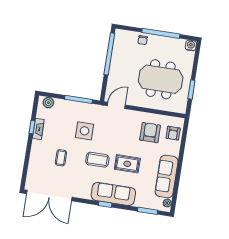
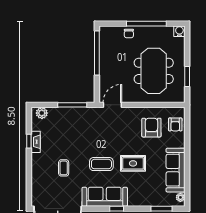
meeting table: (161, 79) -> (154, 71), turned 90
side table: (85, 131) -> (84, 136), removed
sofa: (113, 194) -> (105, 197), moved

